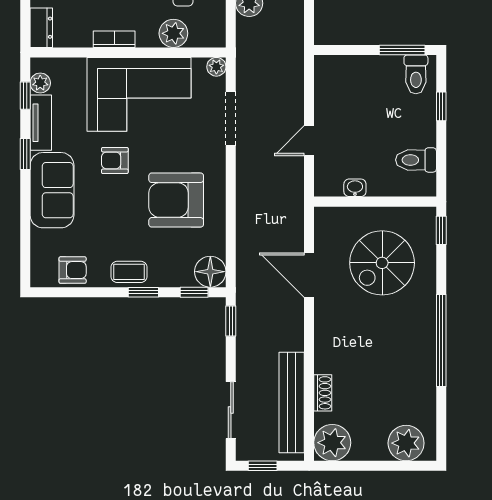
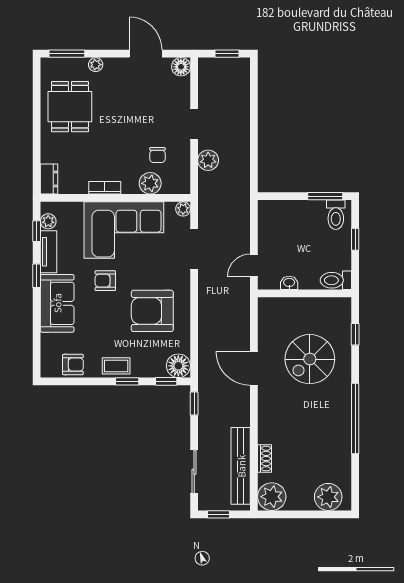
washbasin: (355, 188) -> (289, 283), moved
wall: (375, 202) -> (305, 293), moved

